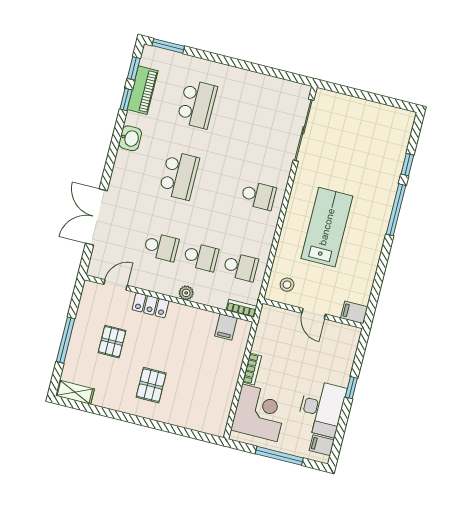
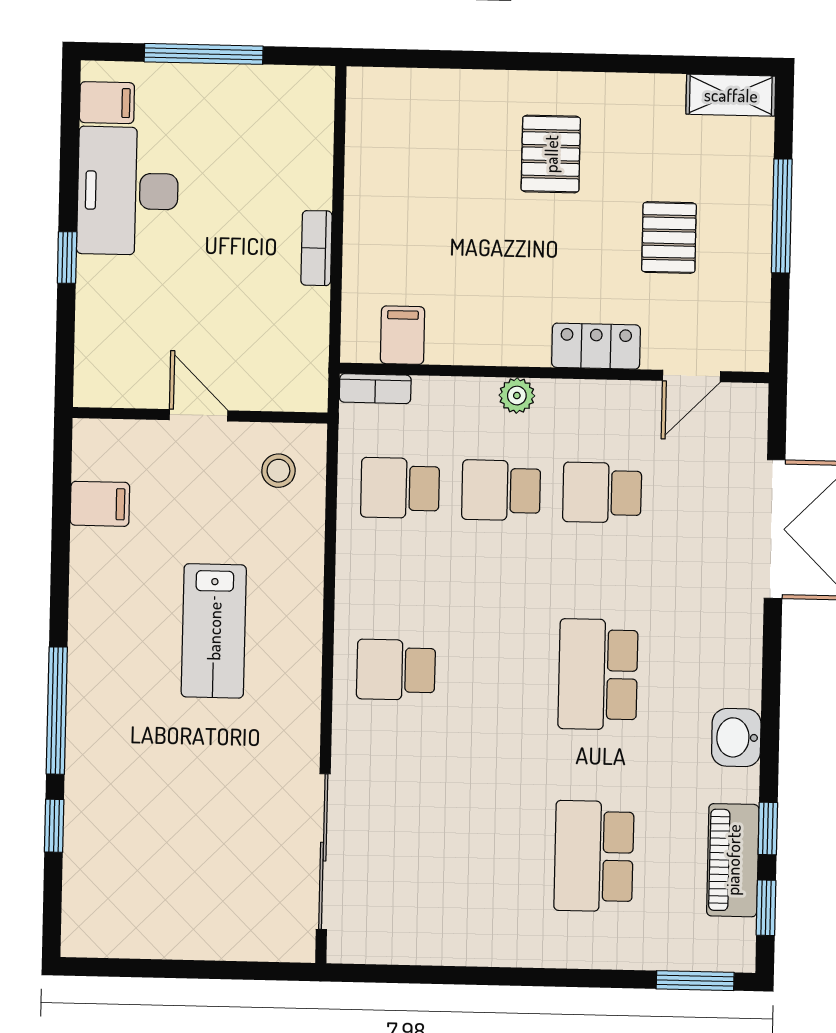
lab bench: (327, 227) -> (214, 631), width x0.73, depth x0.72
filing cabinet: (354, 312) -> (100, 504), moved
corner desk: (260, 413) -> (275, 147), removed

